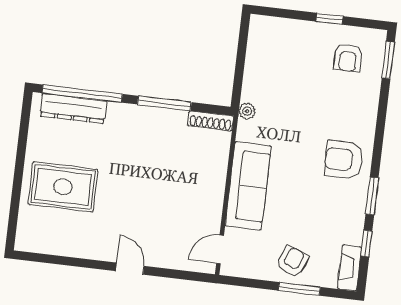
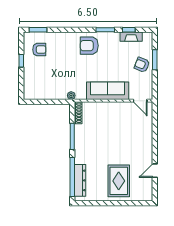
armchair: (344, 160) -> (89, 46), turned 90
fireplace: (349, 268) -> (131, 37), moved
door: (130, 269) -> (155, 171), moved

